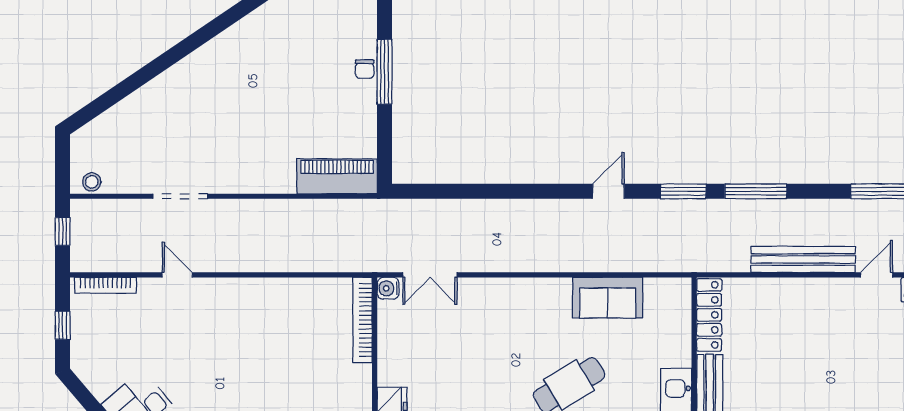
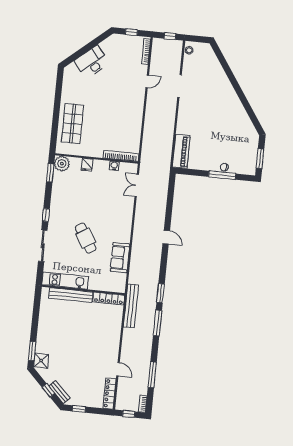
door: (608, 191) -> (166, 237), moved
bench: (803, 259) -> (131, 306), moved
water cooler: (388, 288) -> (114, 166), moved

